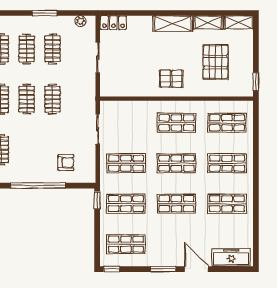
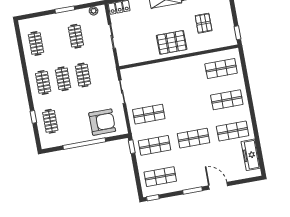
clothes rail: (27, 49) -> (56, 40), removed
pallet: (215, 62) -> (204, 23), width x0.67, depth x0.71
pallet: (171, 79) -> (172, 42), width x1.50, depth x1.42
shop shelf: (176, 123) -> (182, 76), removed
armchair: (66, 163) -> (102, 122), width x1.88, depth x1.88
shop shelf: (176, 163) -> (188, 107), removed
freezer: (231, 257) -> (251, 155), moved, turned -90

